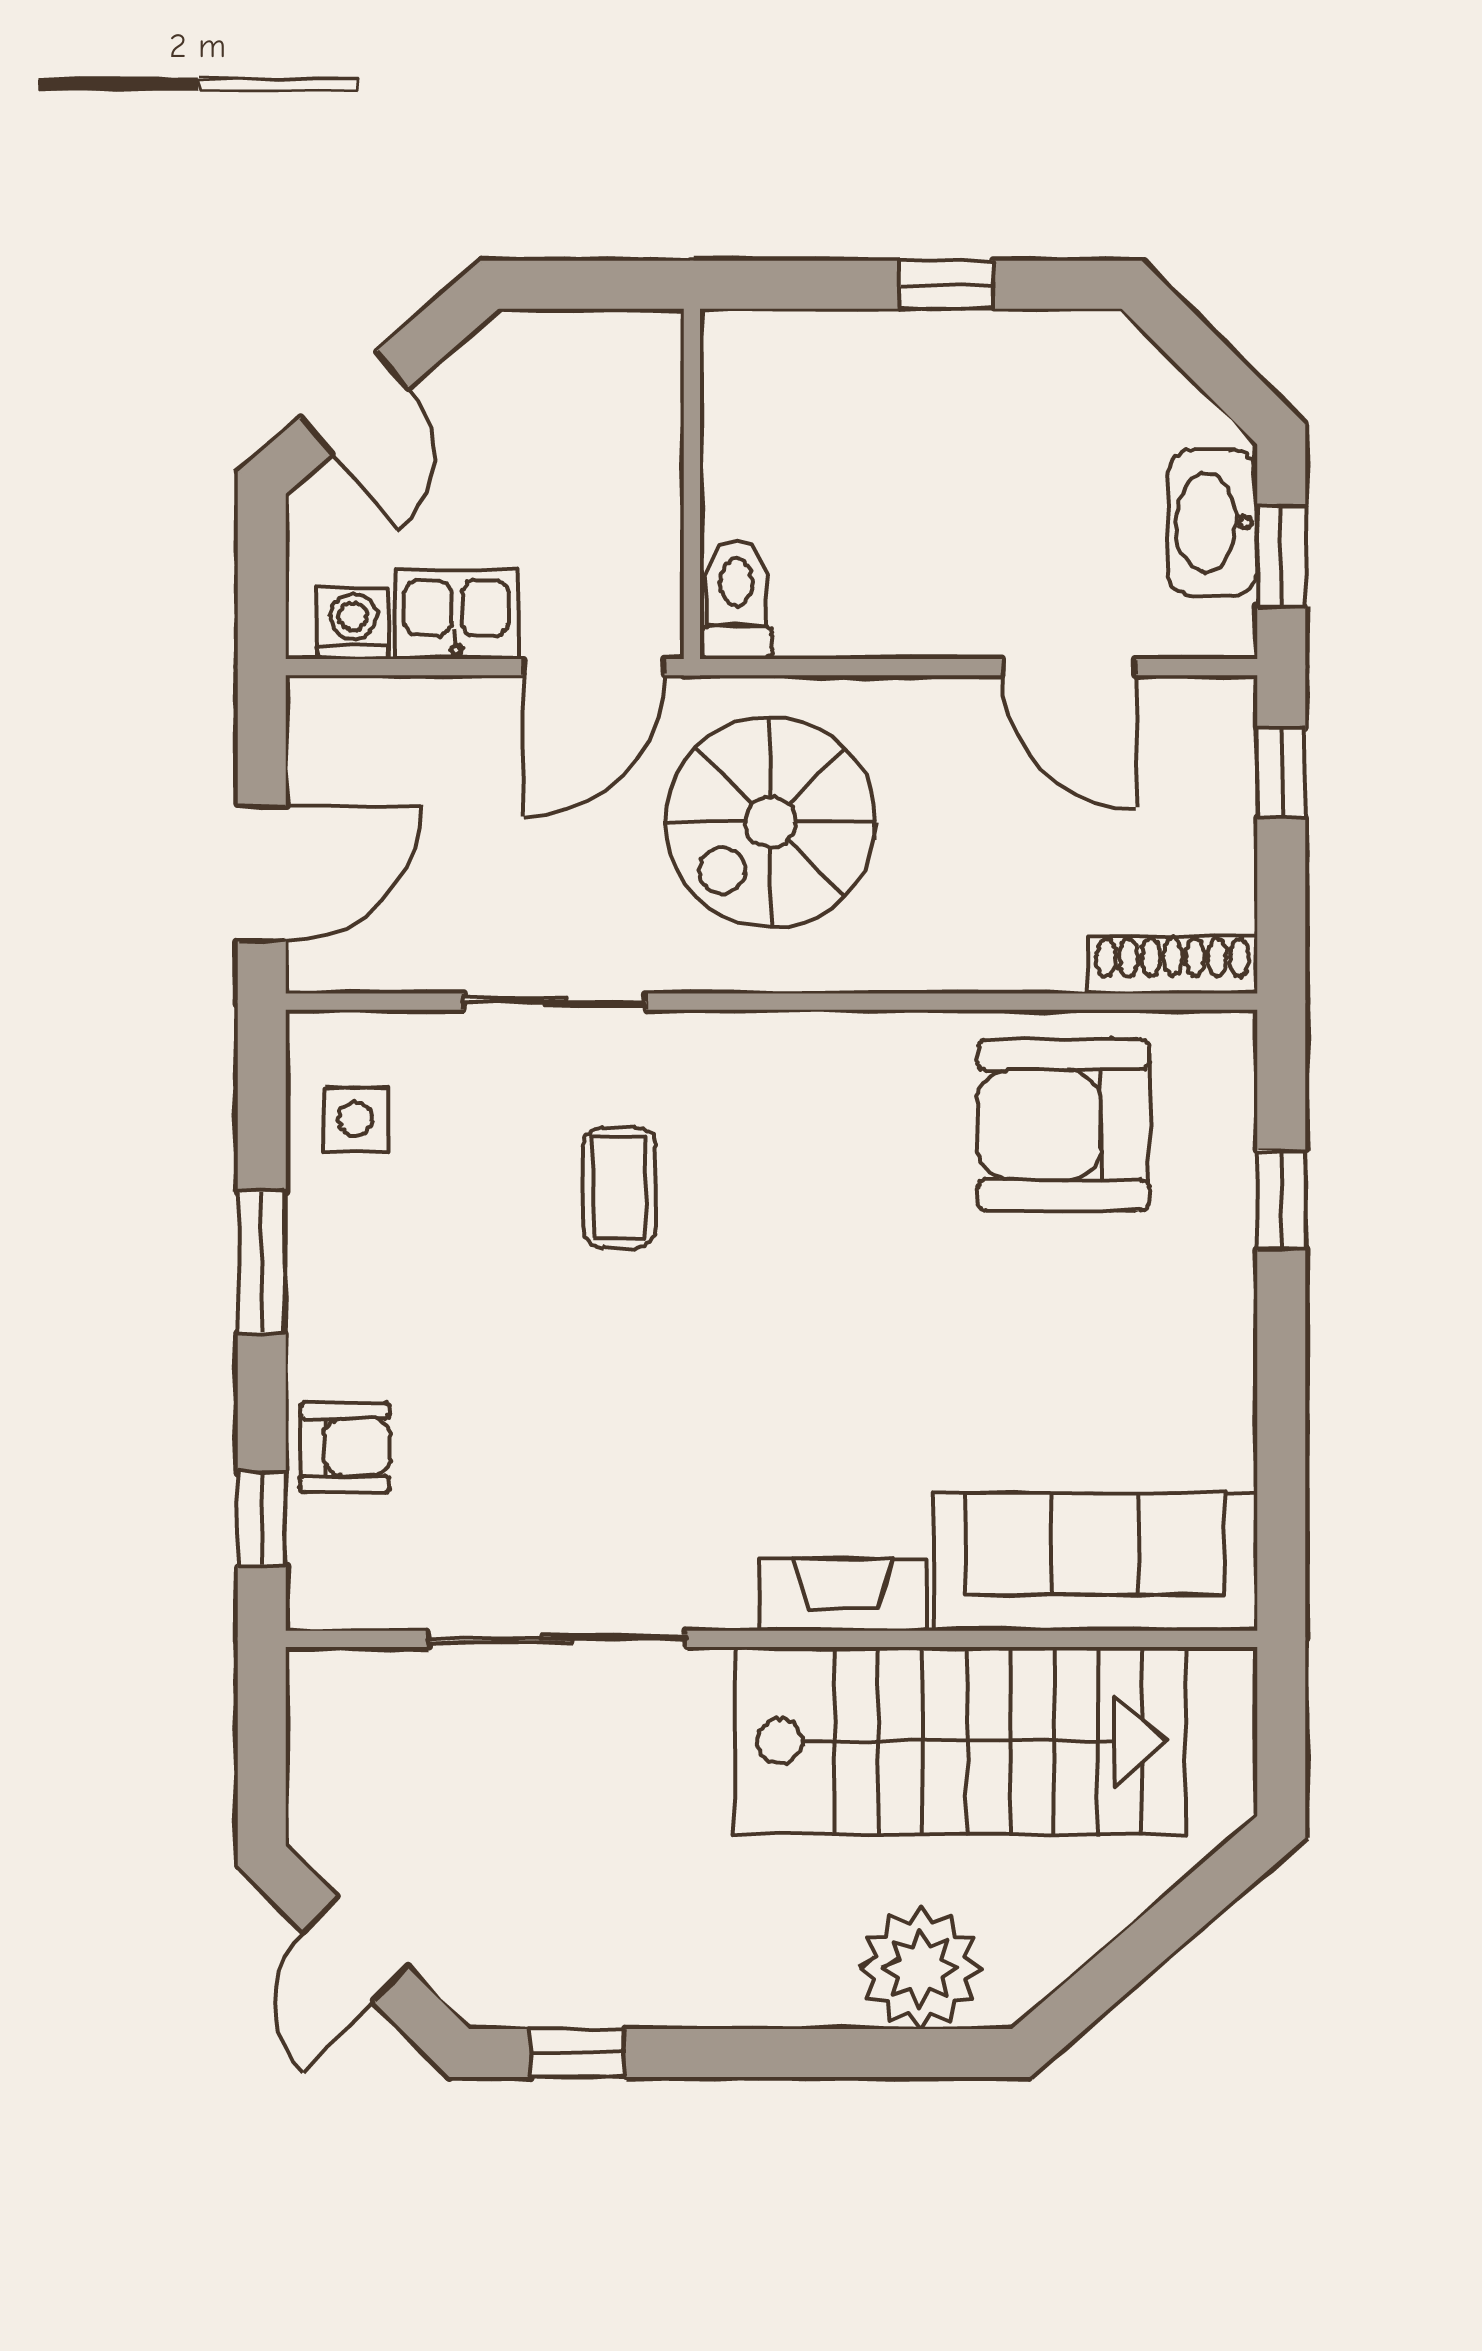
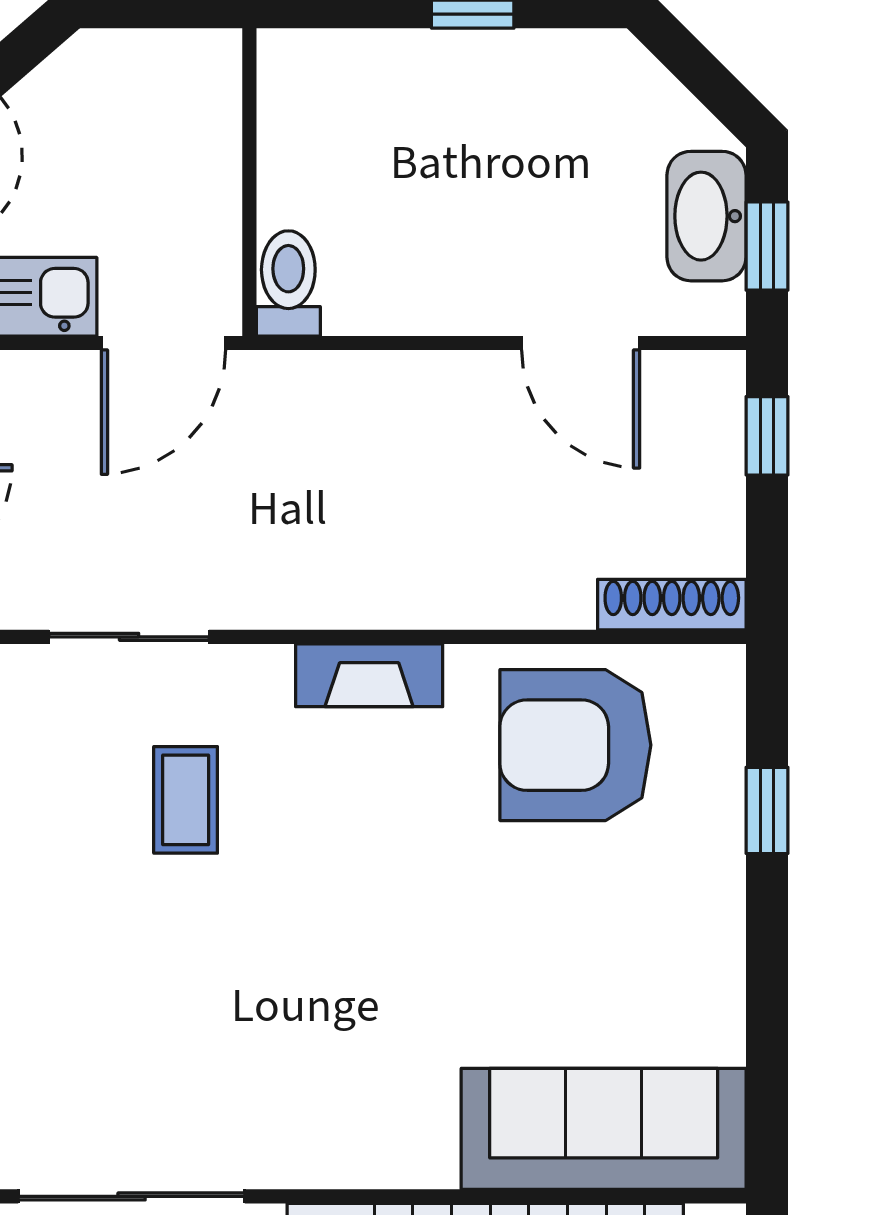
spiral stairs: (770, 822) -> (318, 479), removed
fireplace: (843, 1595) -> (369, 675), moved, turned 180

